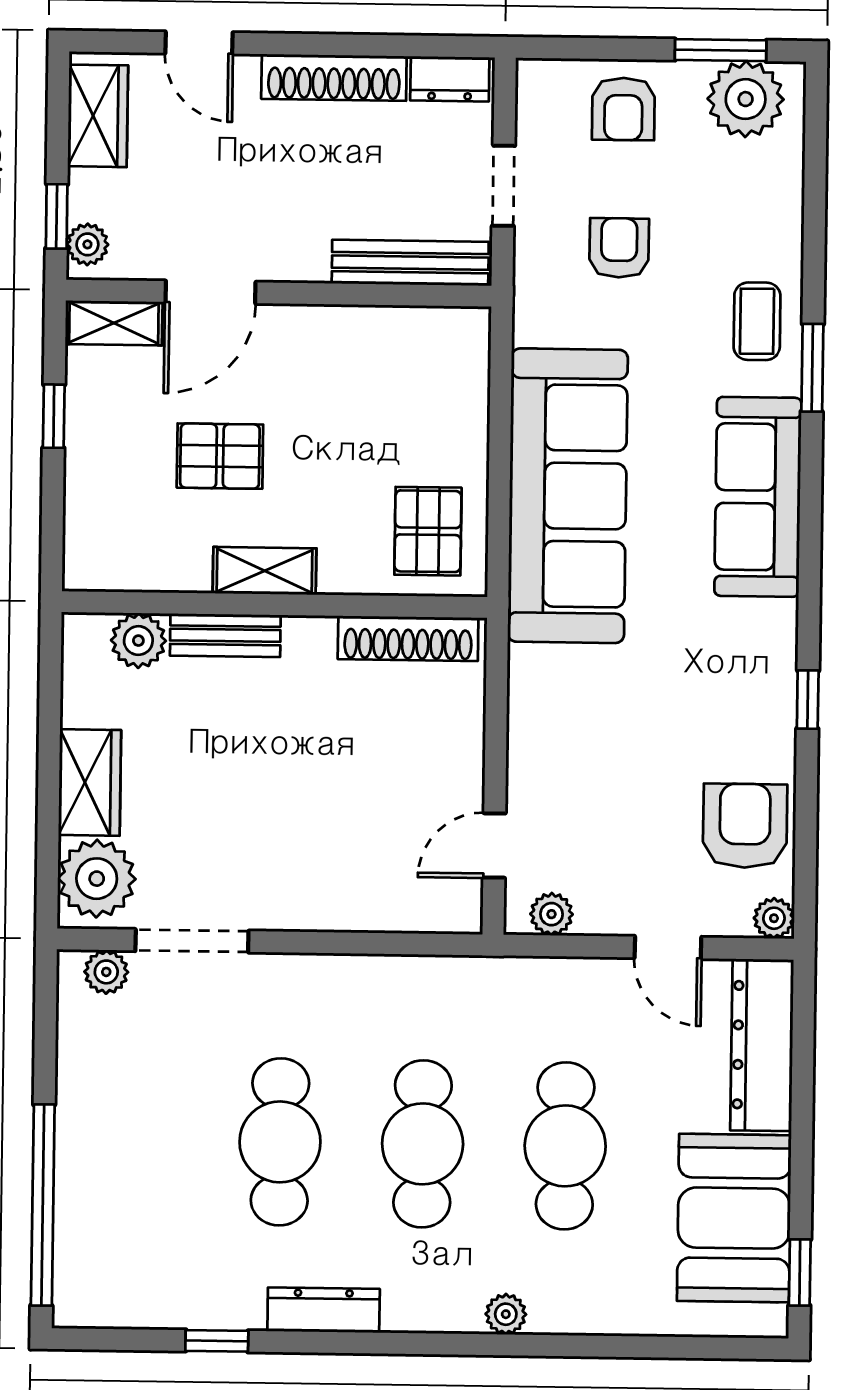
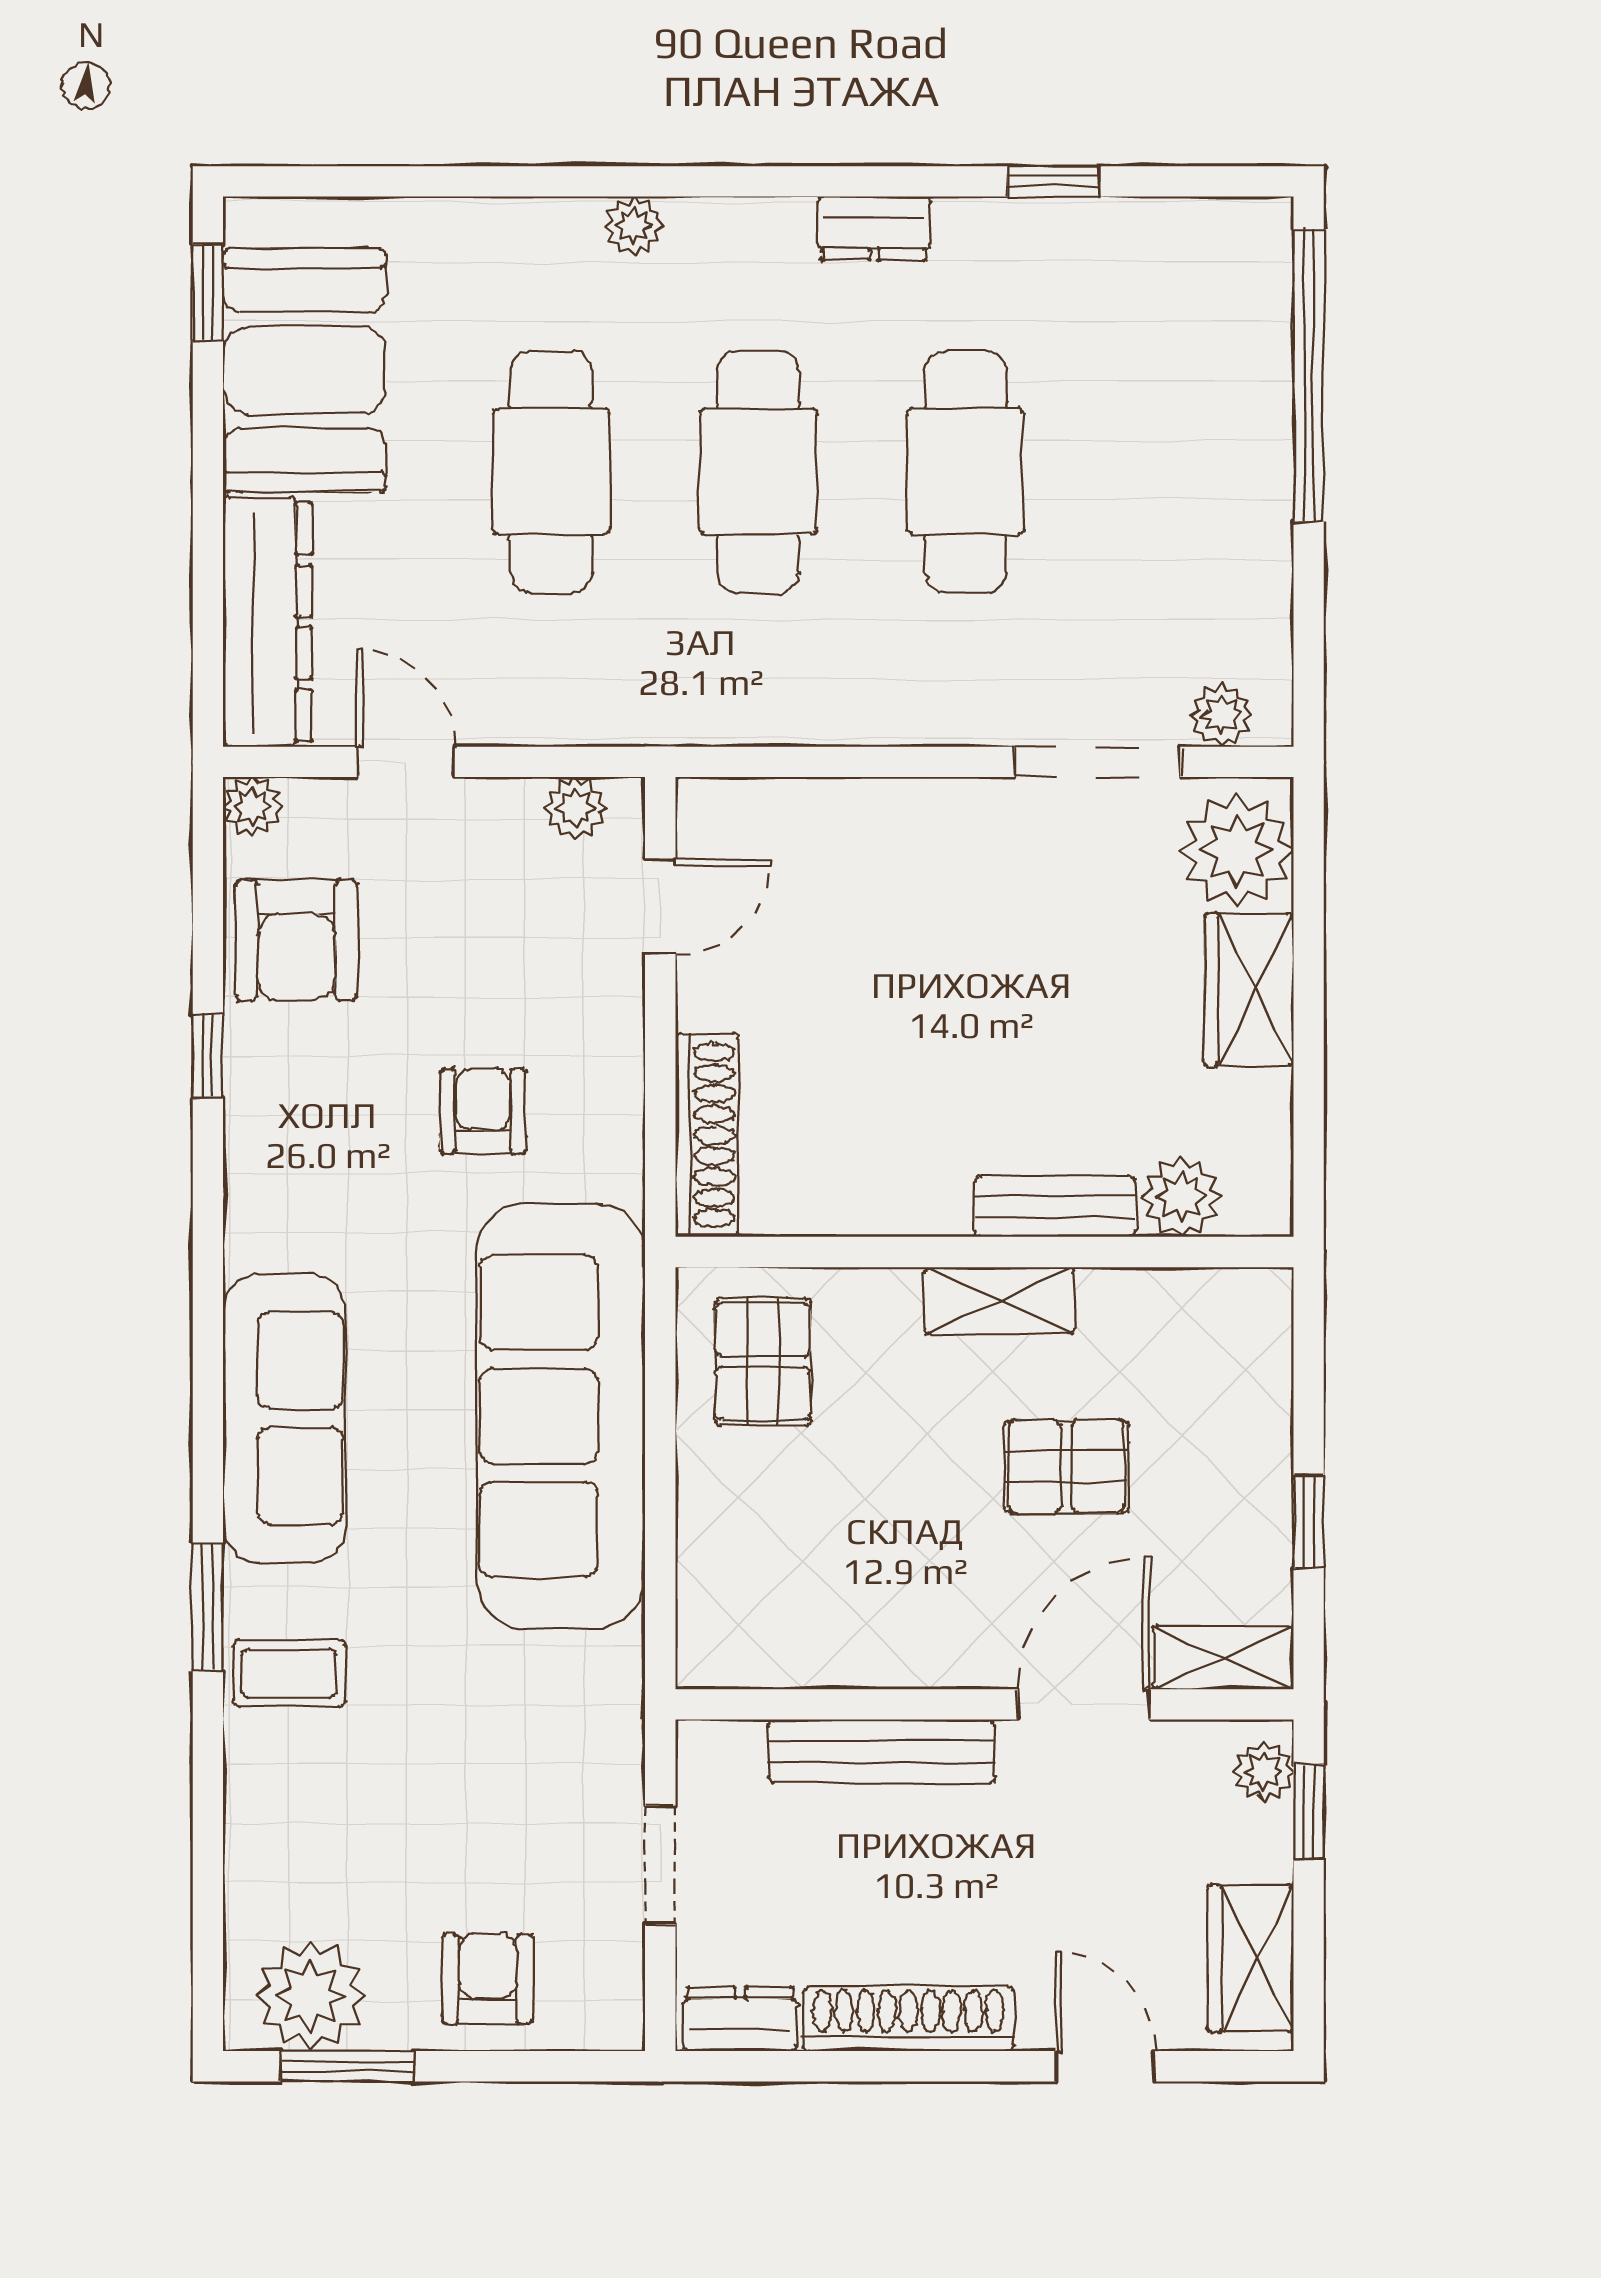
armchair: (619, 248) -> (483, 1111), moved, turned 180
bench: (410, 263) -> (882, 1751), moved
coffee table: (757, 321) -> (289, 1673), turned 90
shoe rack: (408, 638) -> (707, 1135), moved, turned 90
window: (808, 700) -> (208, 1056), moved
dresser: (324, 1310) -> (874, 228), width x0.70

